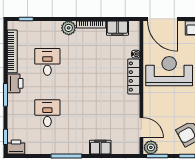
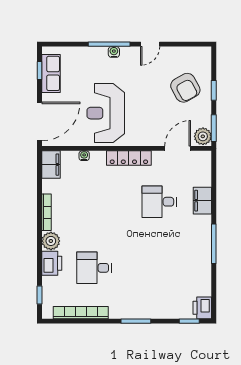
filing cabinet: (117, 28) -> (51, 165), moved
locker: (134, 77) -> (129, 158), moved
printer: (15, 83) -> (52, 263), moved, turned 90
desk: (47, 113) -> (159, 202), moved

